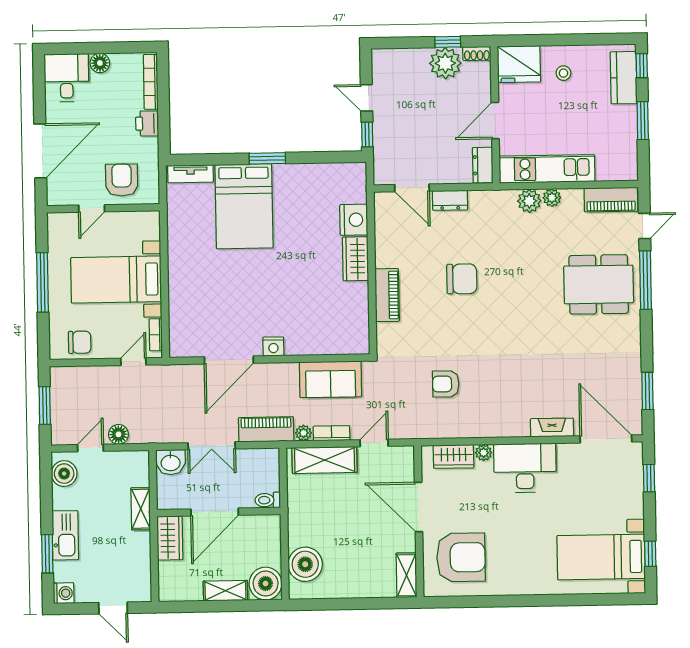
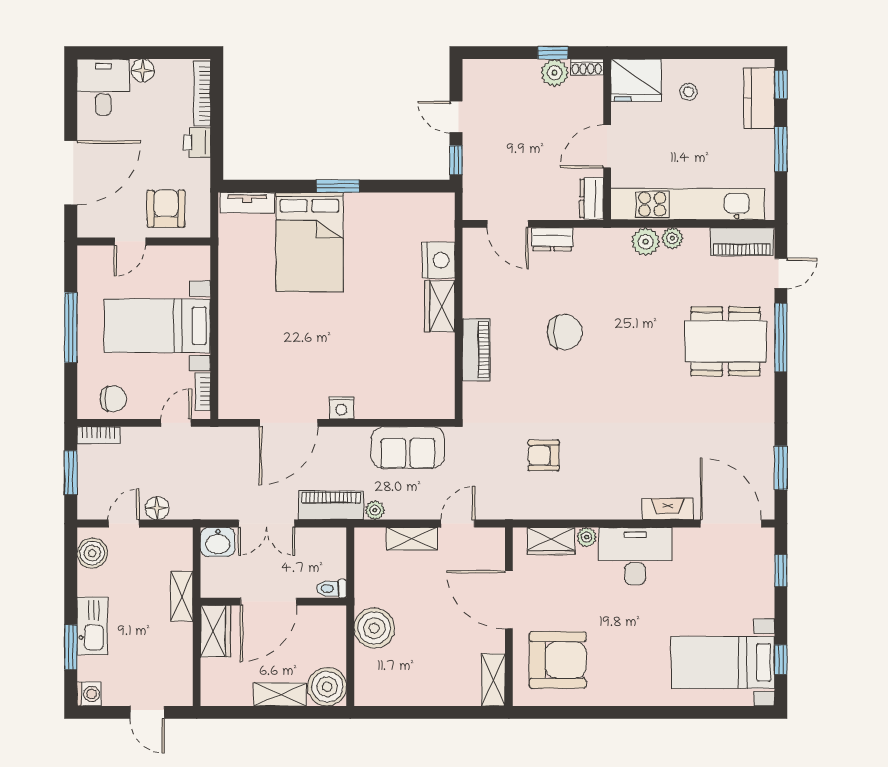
plant: (445, 63) -> (555, 73), width x0.73, depth x0.73
kitchen unit: (547, 169) -> (688, 204), width x1.36
bookcase: (332, 433) -> (99, 435), moved, turned 180
shelving: (325, 460) -> (412, 539), width x0.67, depth x0.75
boiler: (305, 564) -> (374, 628), moved

